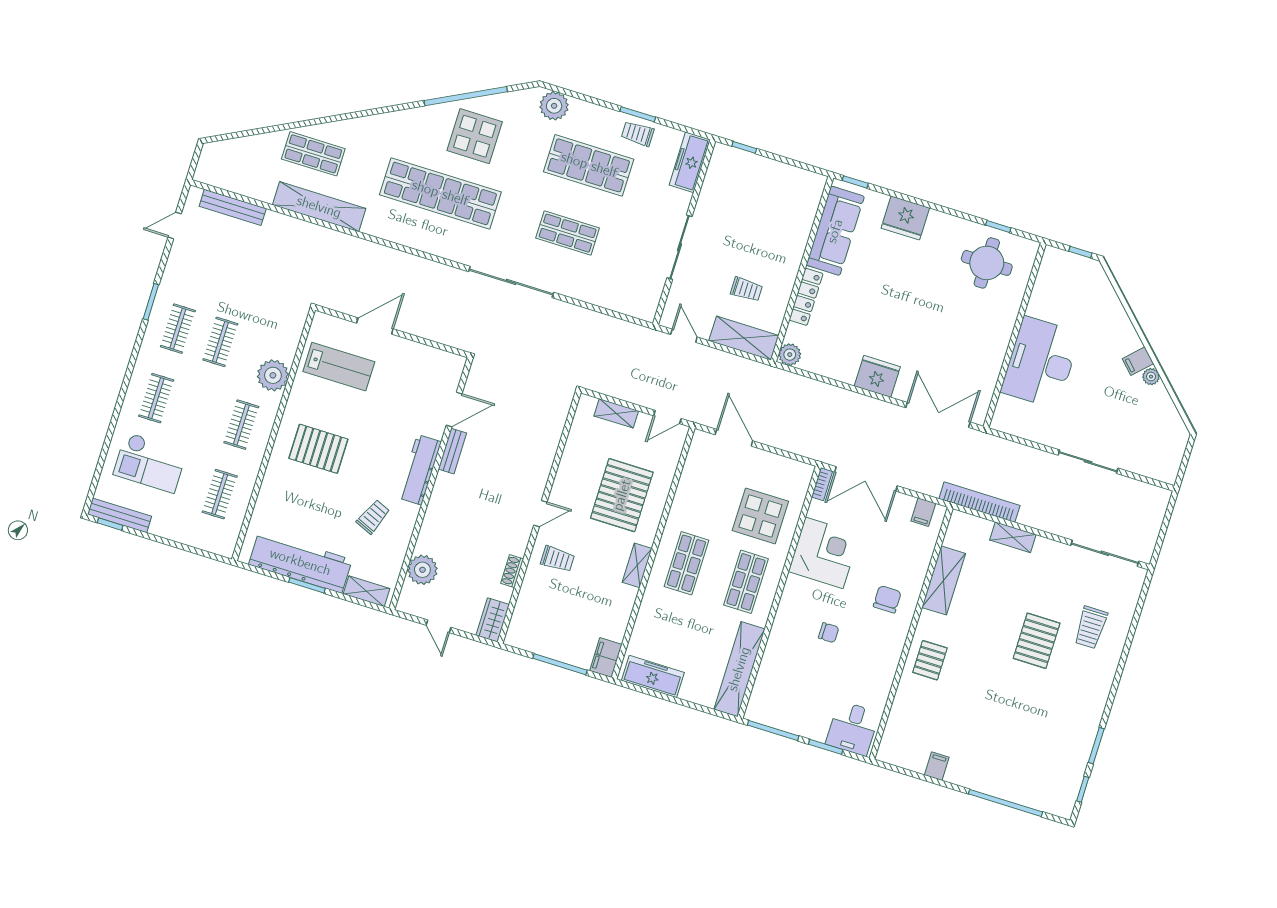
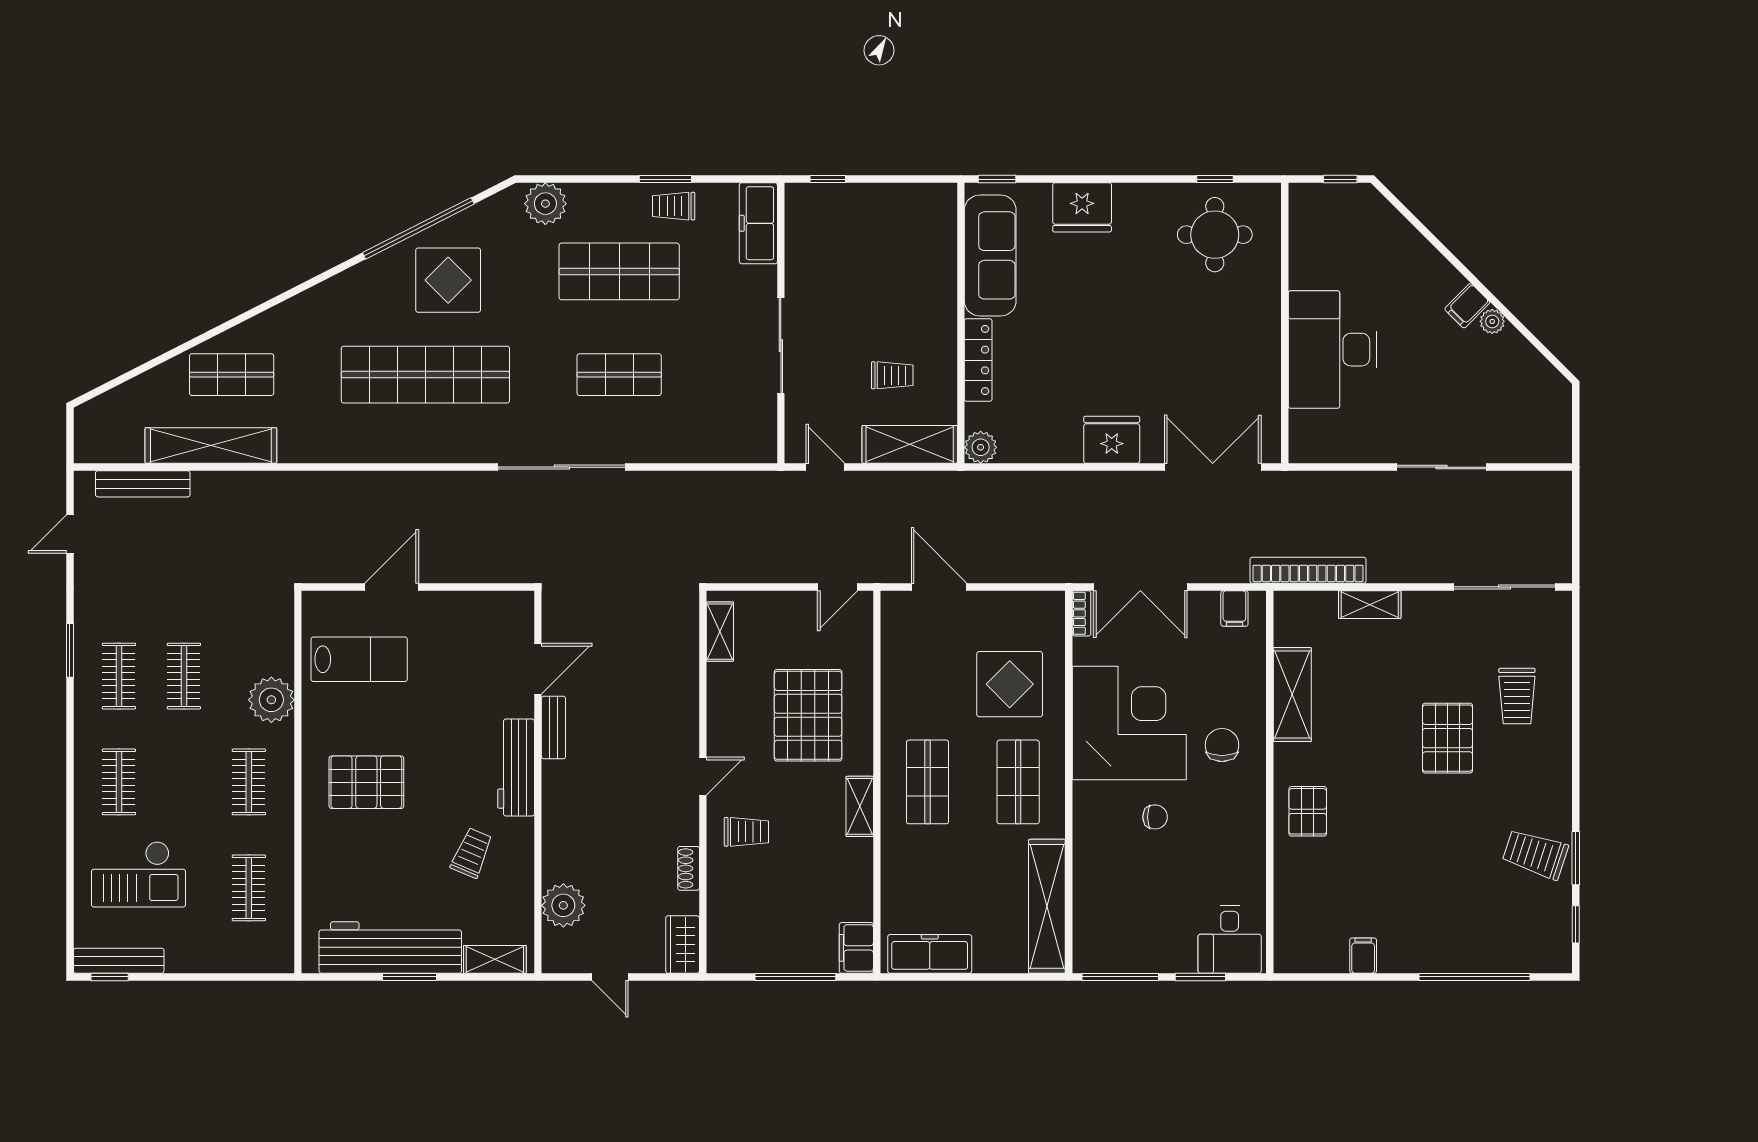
shelving: (319, 207) -> (211, 445), moved
shelving: (616, 413) -> (720, 632), moved, turned 90
corner desk: (824, 553) -> (1129, 723), width x1.36, depth x1.36
trolley: (1070, 735) -> (1535, 854), added

